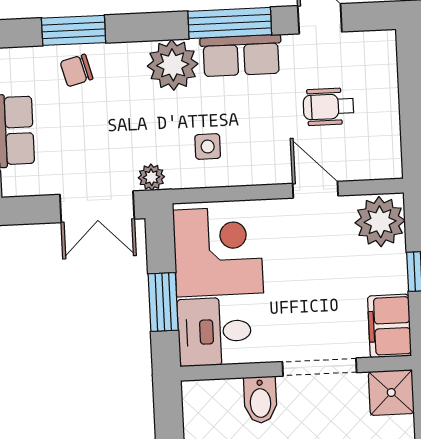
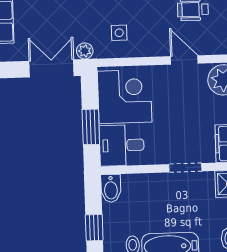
double door: (97, 207) -> (51, 68), swing flipped
doorway: (320, 367) -> (185, 168), width x0.73
bidet: (260, 400) -> (111, 188), moved

